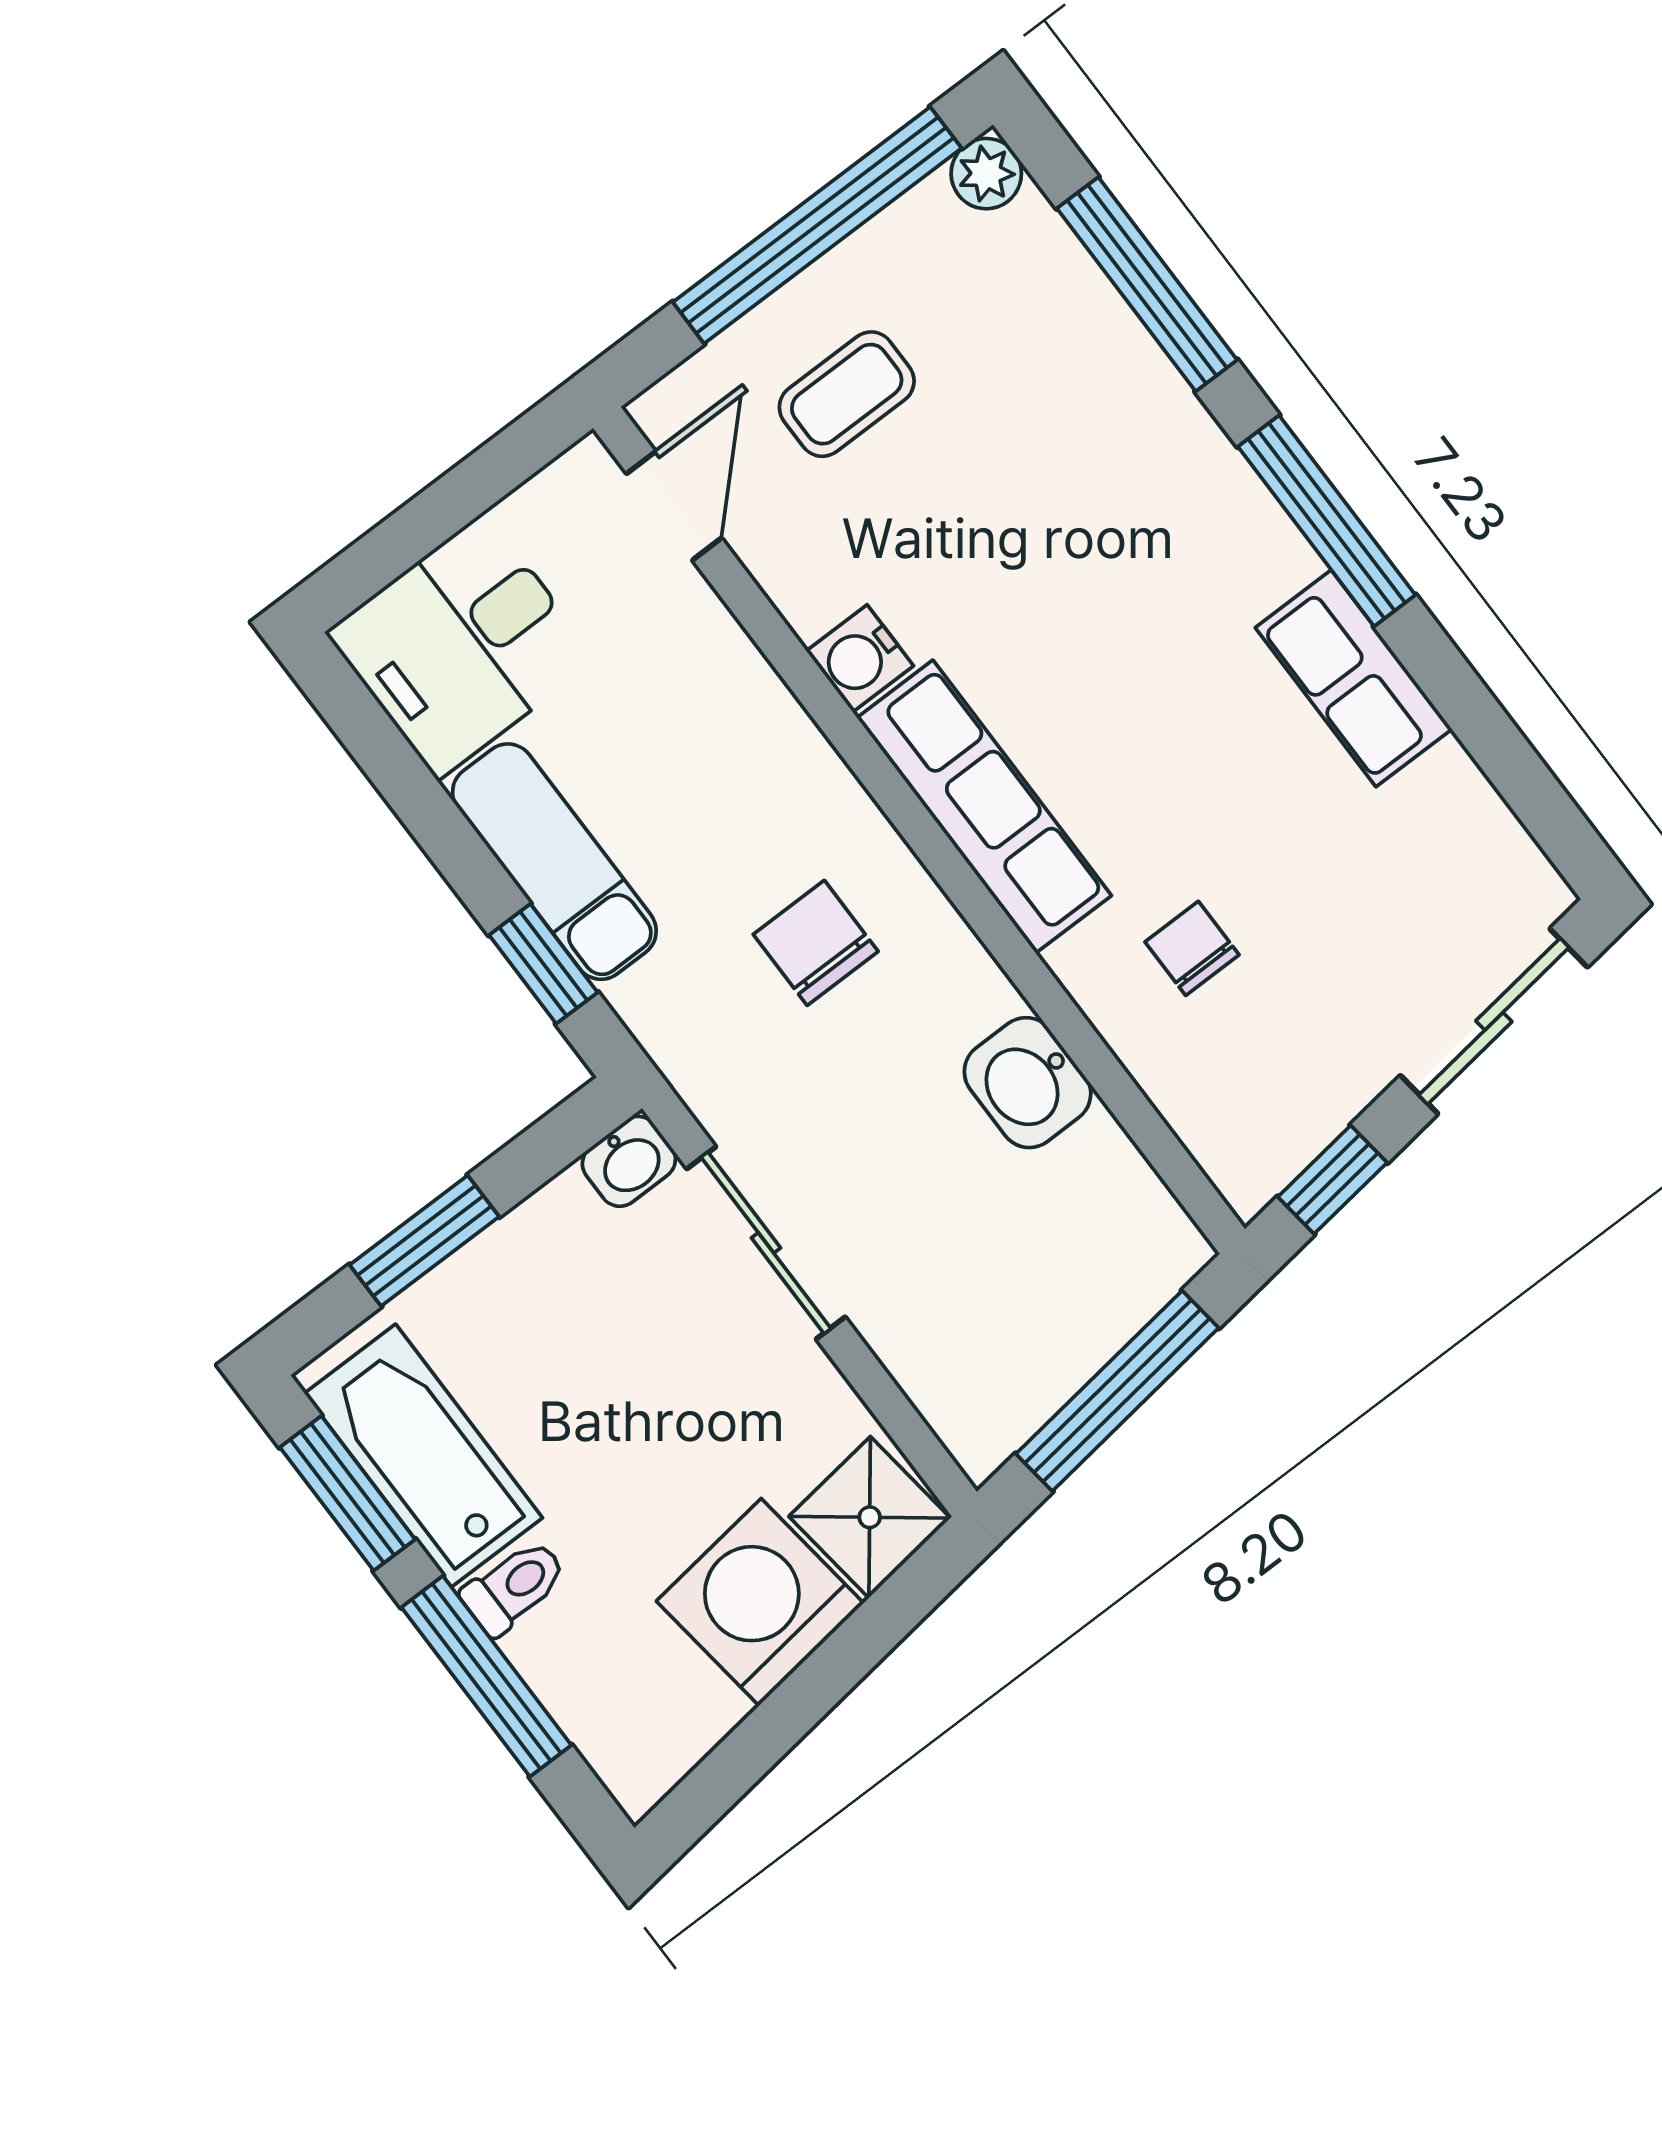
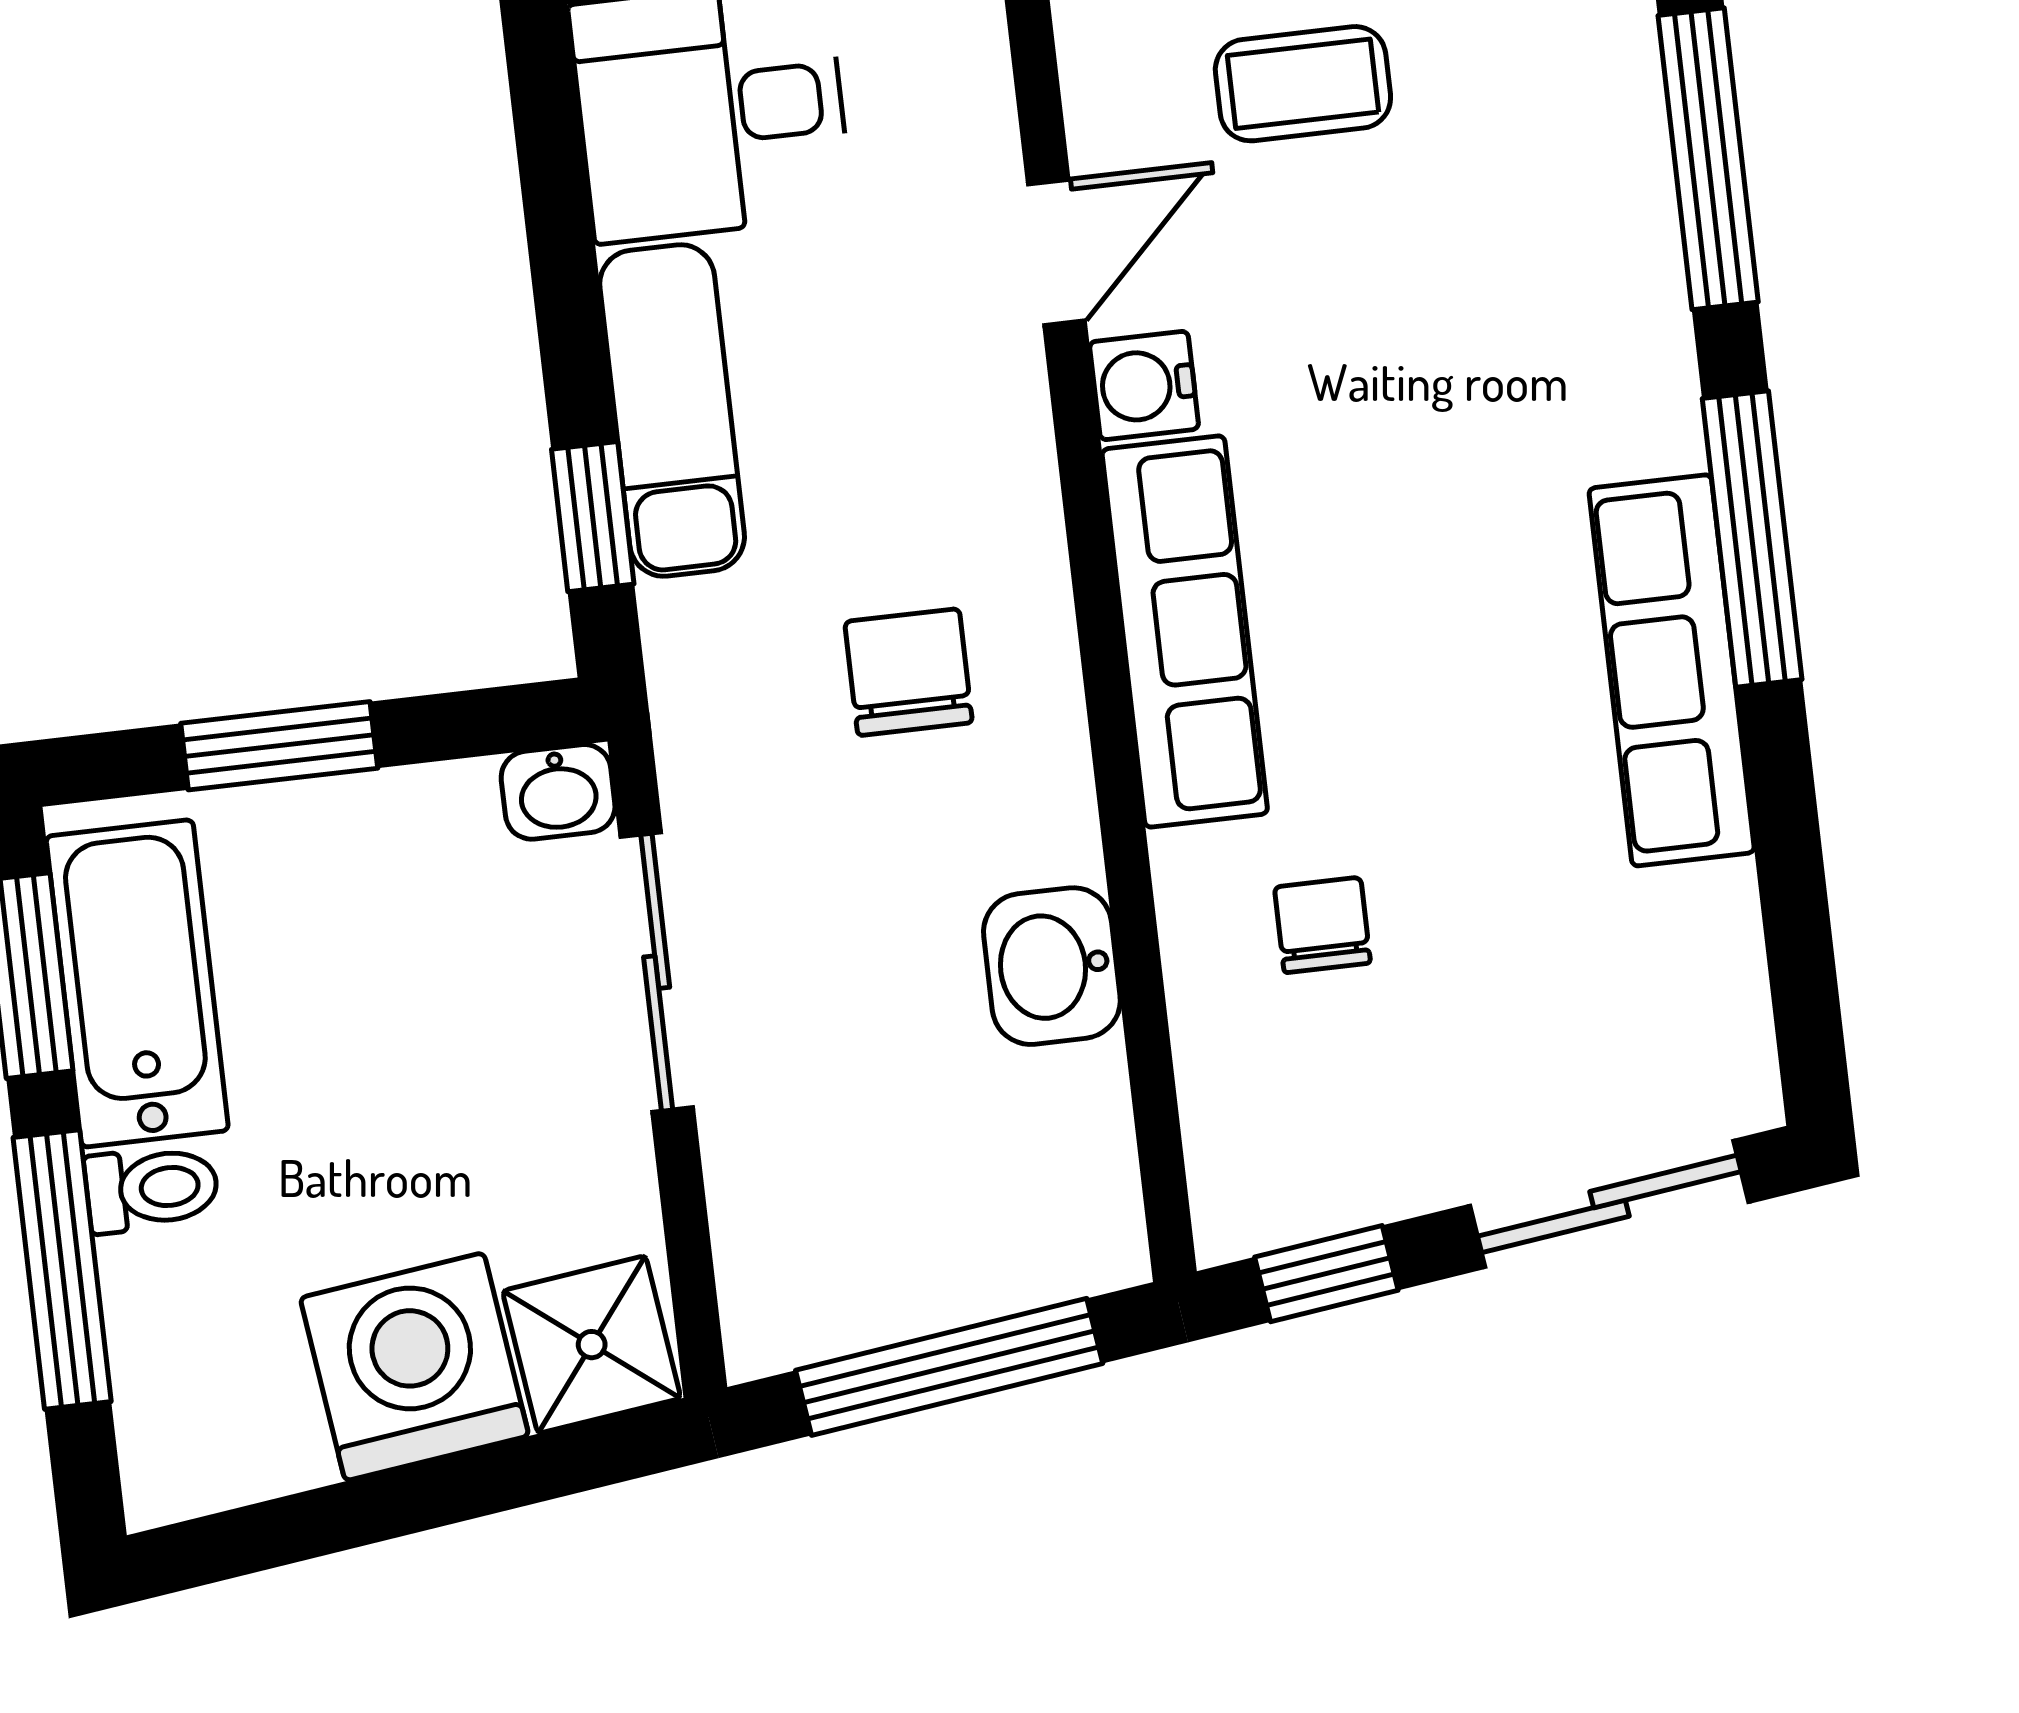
door: (674, 506) -> (1056, 252), moved
row of seats: (1354, 678) -> (1672, 670), width x1.48

